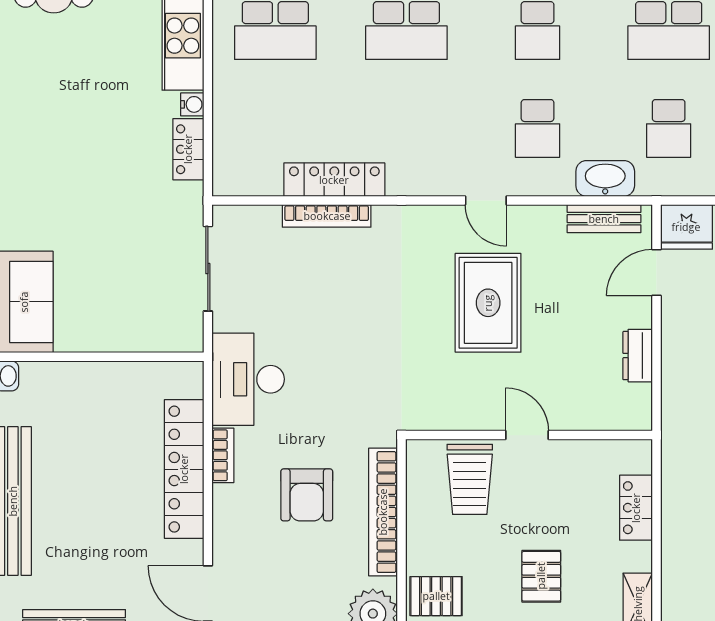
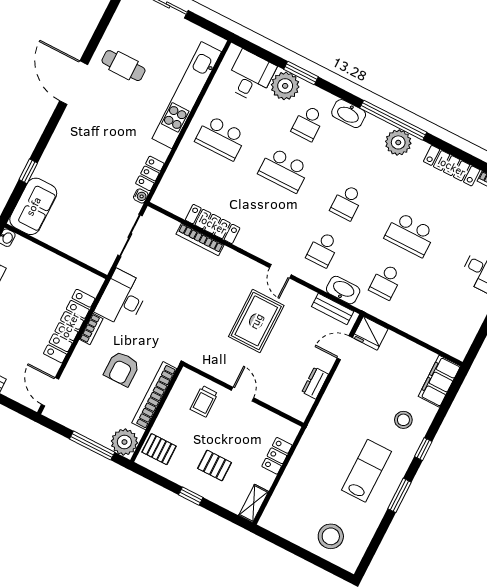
water cooler: (192, 104) -> (141, 196), moved
trolley: (470, 479) -> (204, 401), width x0.73, depth x0.72
pallet: (541, 576) -> (215, 465), turned 90

